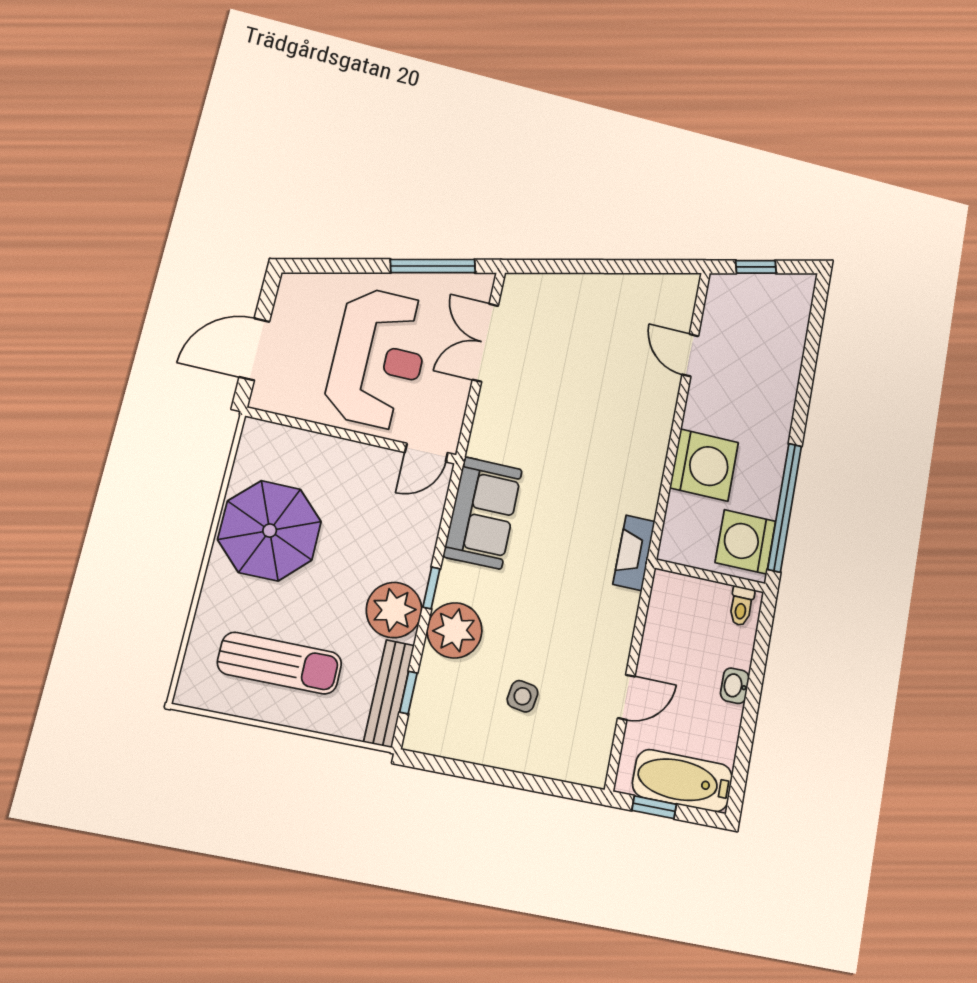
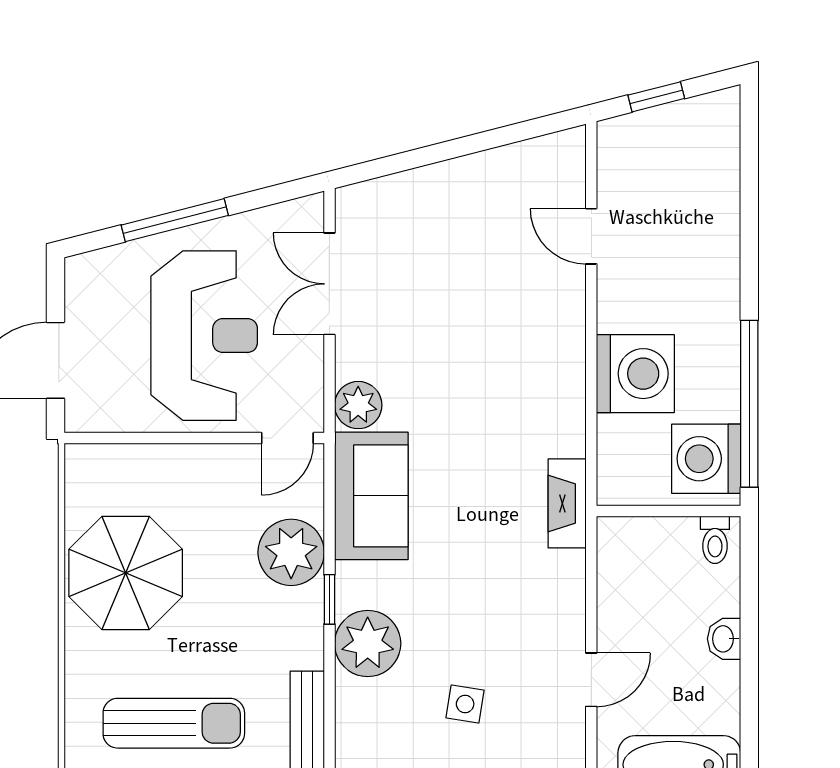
window: (433, 266) -> (175, 220), moved
plant: (488, 440) -> (358, 405), added
plant: (394, 610) -> (291, 552), moved
window: (408, 693) -> (329, 727), removed

